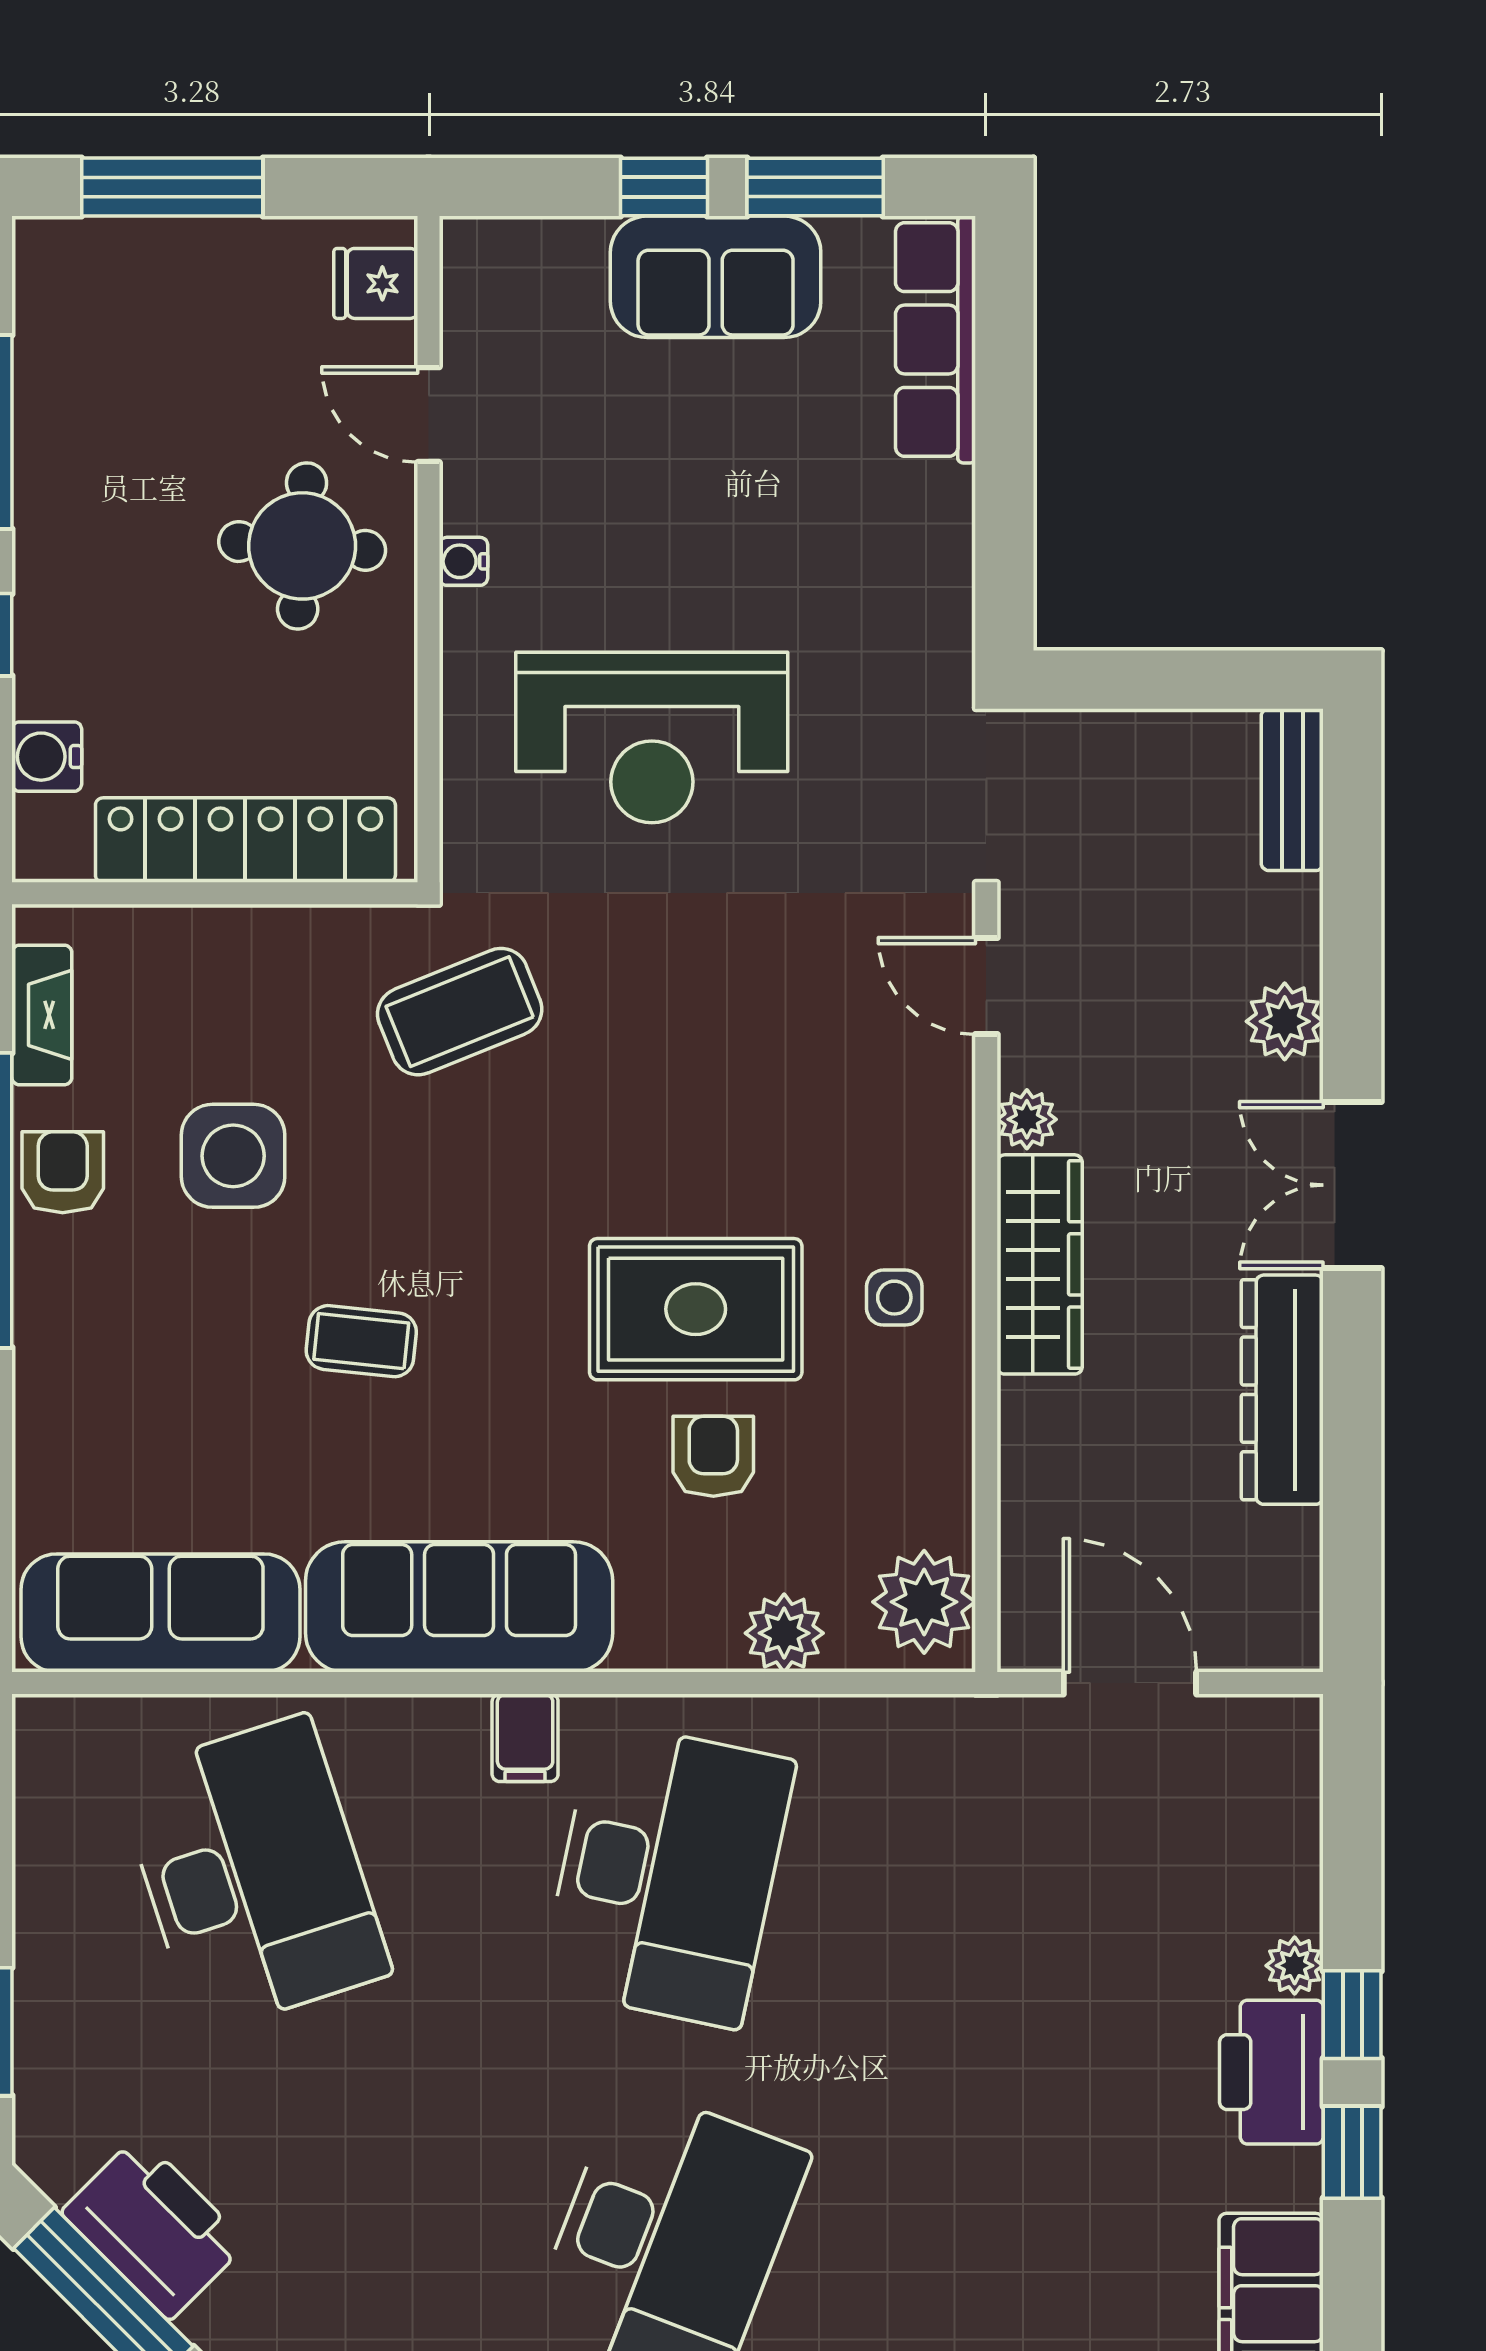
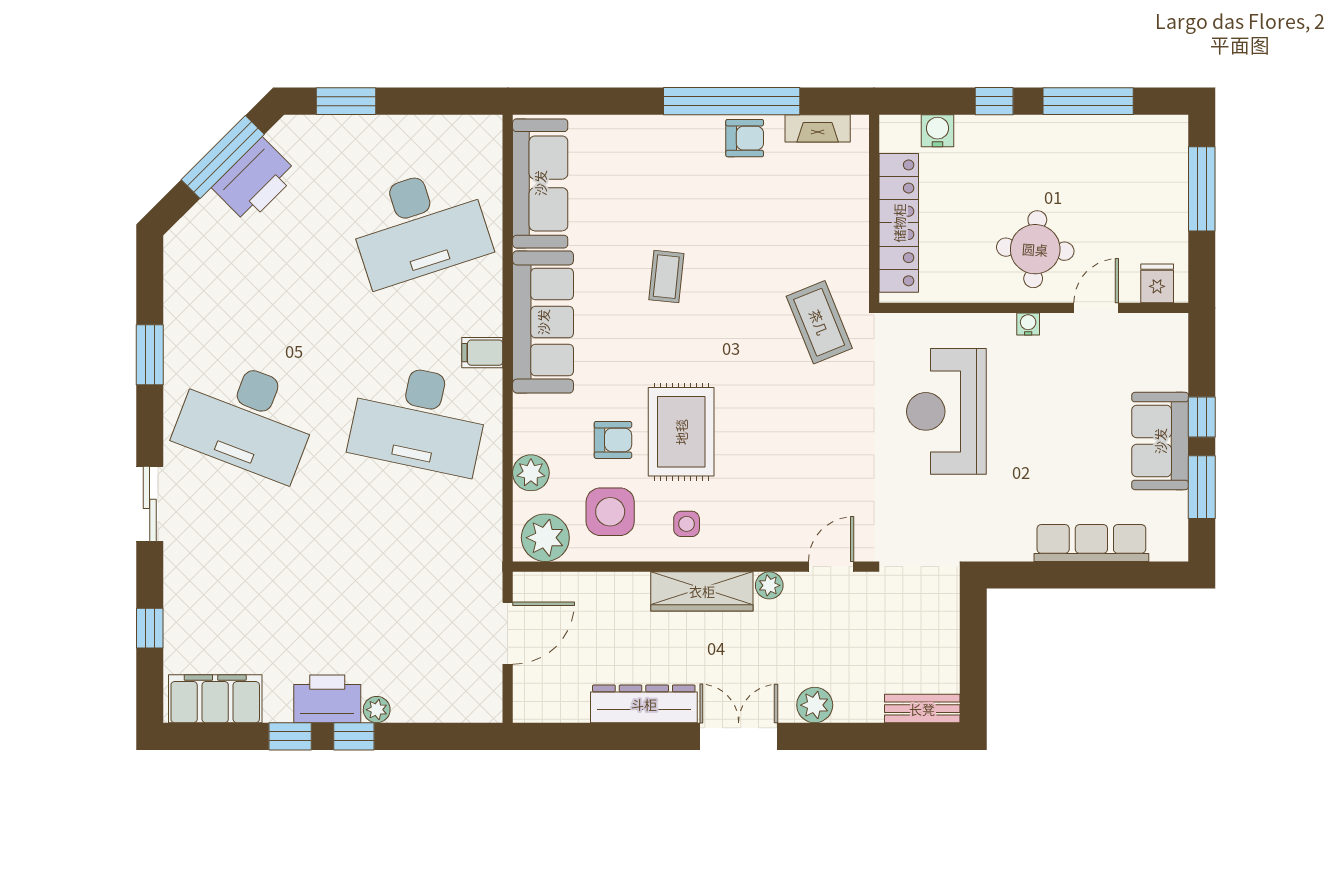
row of seats: (936, 340) -> (1091, 543), moved
side table: (233, 1156) -> (610, 512), moved

